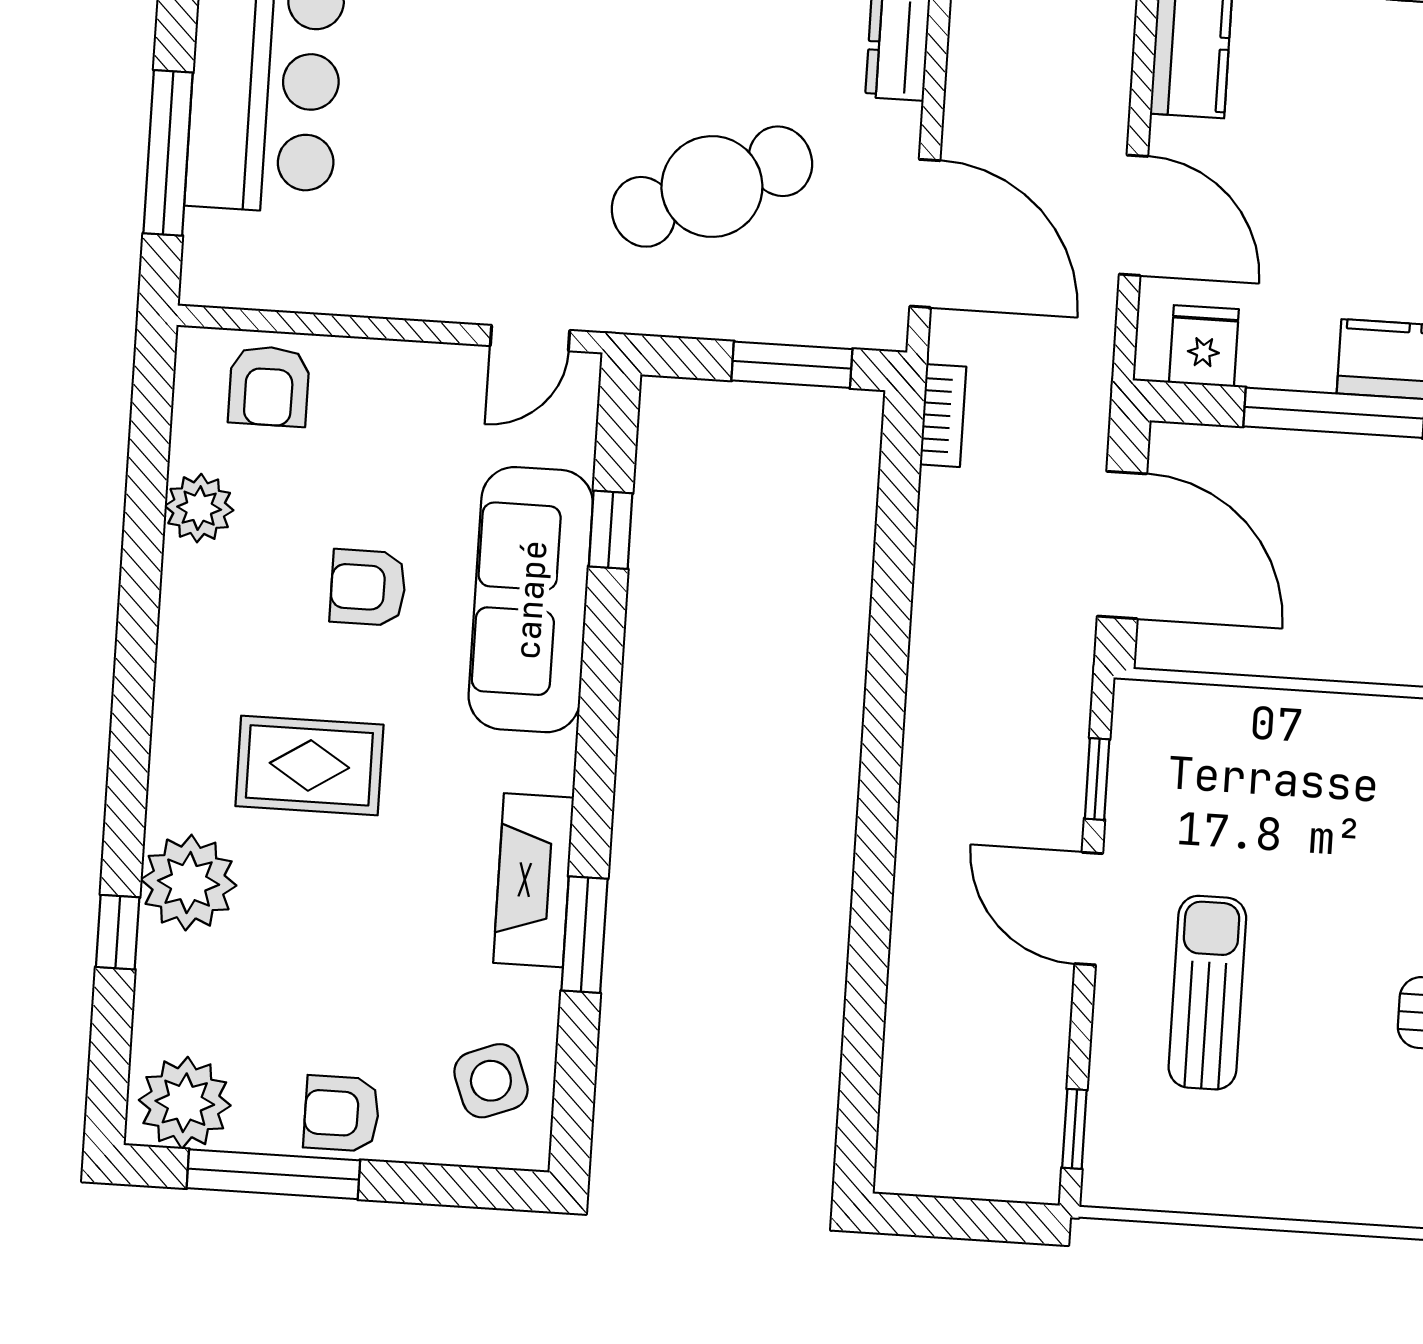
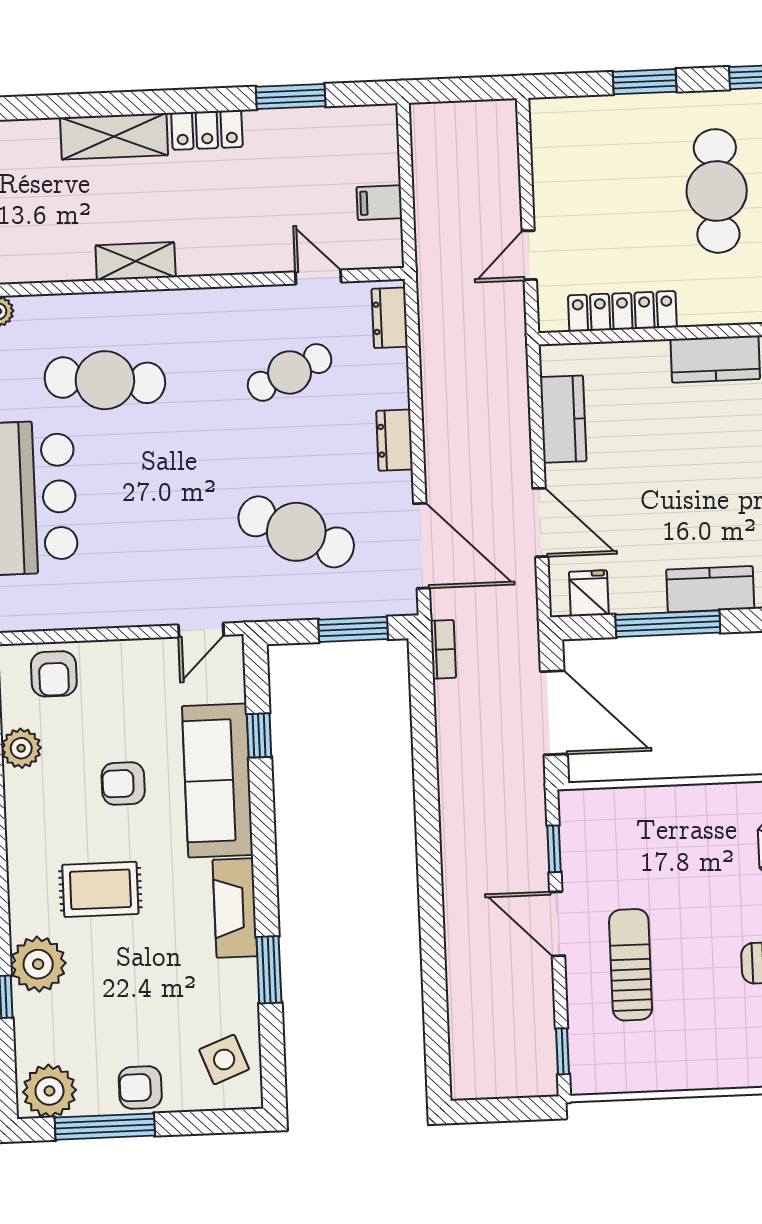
cafe table: (712, 187) -> (296, 532), turned 48
fireplace: (533, 880) -> (235, 908), moved

